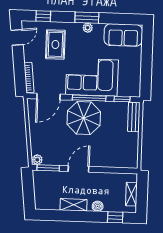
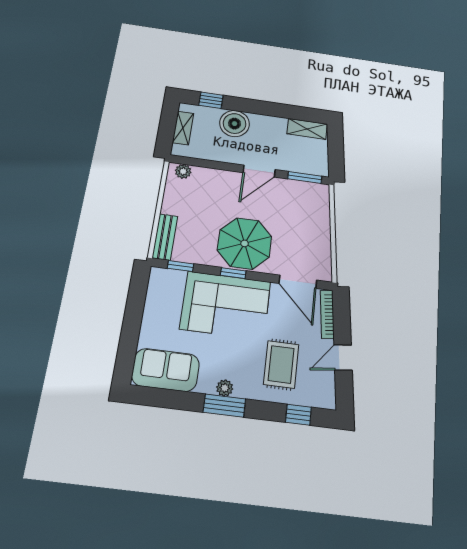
door: (17, 37) -> (343, 358), moved
door: (48, 97) -> (298, 282), swing flipped
window: (89, 98) -> (233, 273), width x0.46
plant: (37, 160) -> (183, 171), moved
shelving: (73, 205) -> (307, 129), moved
boiler: (98, 206) -> (235, 124), width x1.86, depth x1.86

